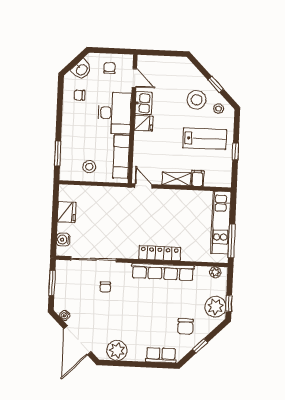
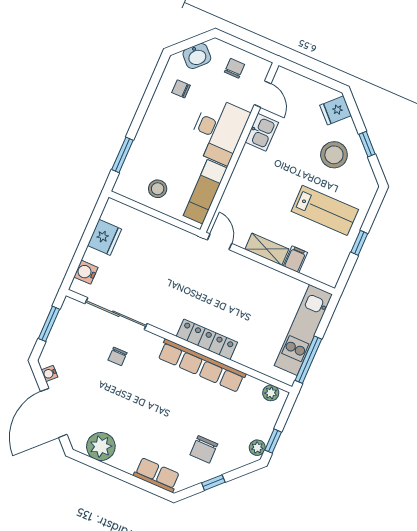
stool: (219, 109) -> (359, 177), removed
fridge: (144, 123) -> (336, 110), moved, turned 135
plant: (215, 307) -> (257, 448), width x0.53, depth x0.53

